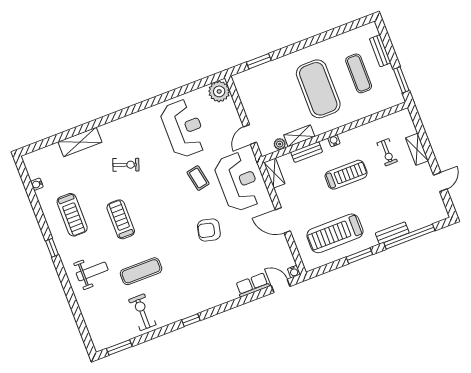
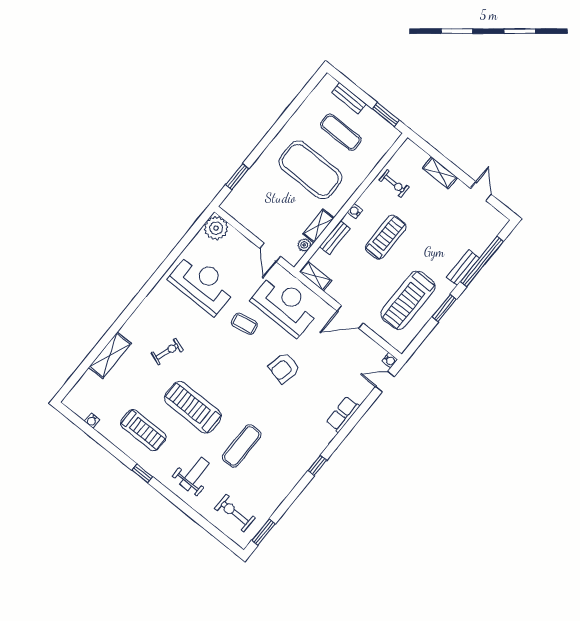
exercise bike: (387, 152) -> (394, 184), moved
treadmill: (121, 219) -> (193, 407), width x1.37, depth x1.38
row of seats: (252, 285) -> (343, 414), moved
exercise bike: (142, 312) -> (235, 513), moved

